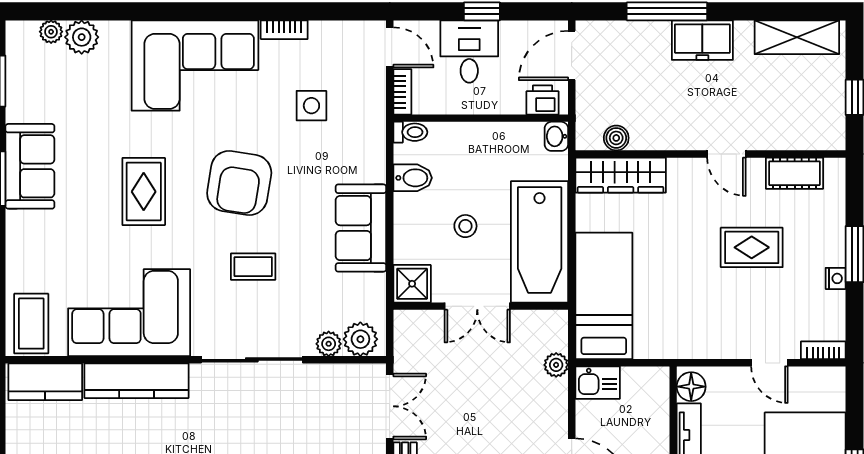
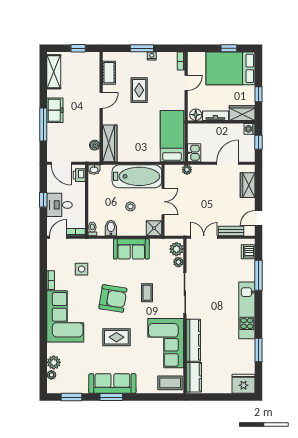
sofa: (30, 166) -> (112, 383), width x1.36
bed: (604, 296) -> (172, 136), moved, turned 90

